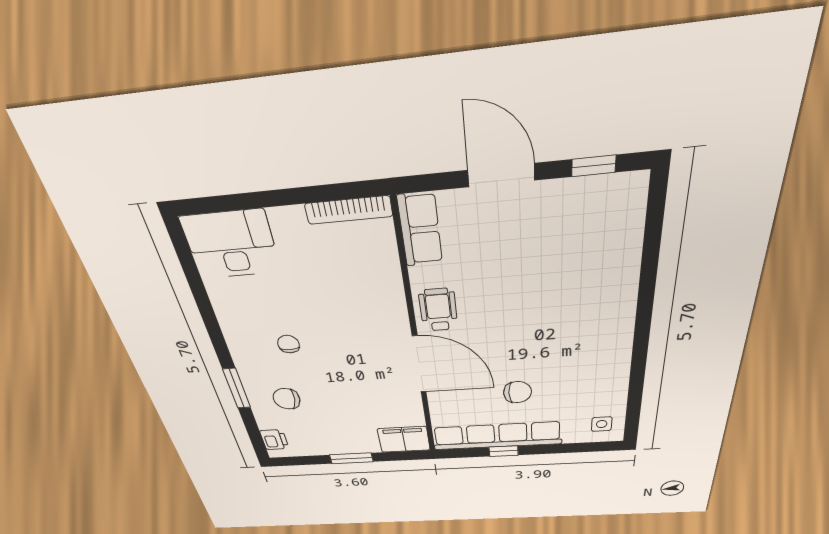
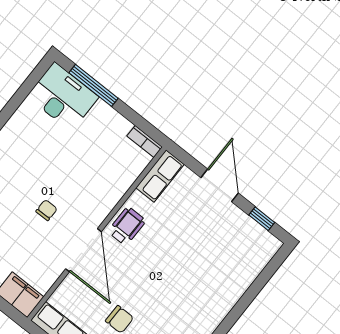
window: (244, 201) -> (94, 85), added
bookcase: (349, 210) -> (145, 142), width x0.64
chair: (288, 344) -> (47, 210), moved

